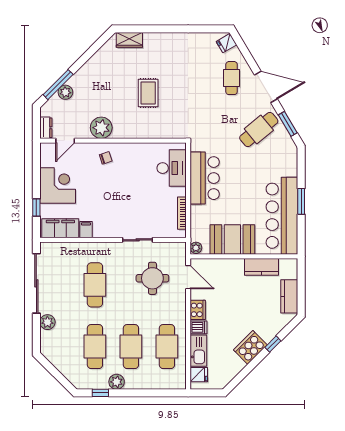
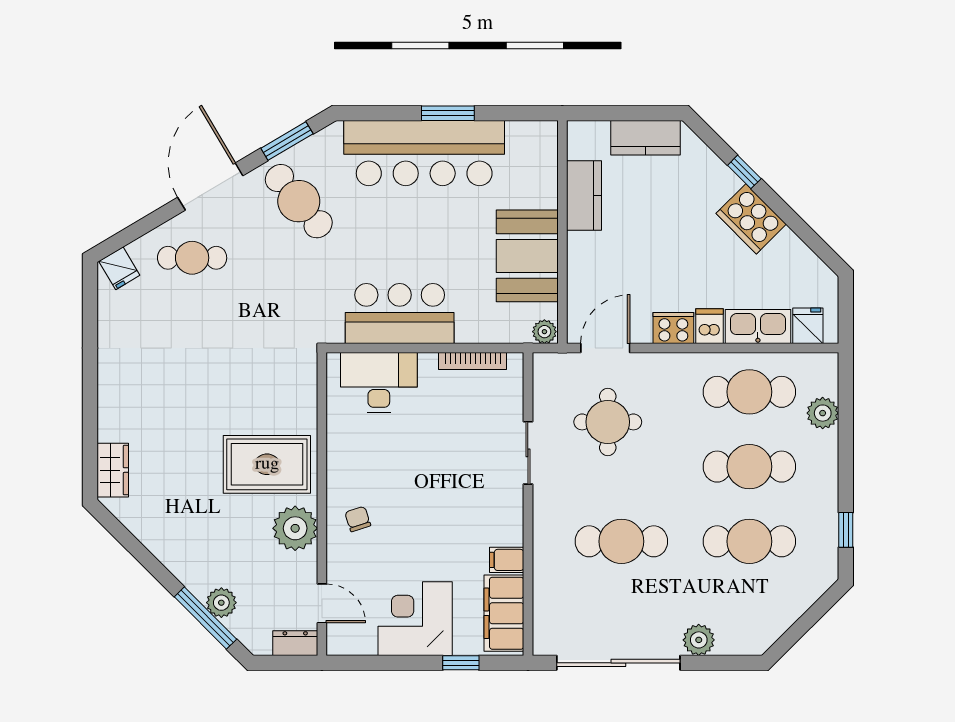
rug: (148, 93) -> (267, 464), moved, width x1.36, depth x1.43
bar counter: (282, 216) -> (424, 153), moved
plant: (117, 382) -> (823, 413), moved

